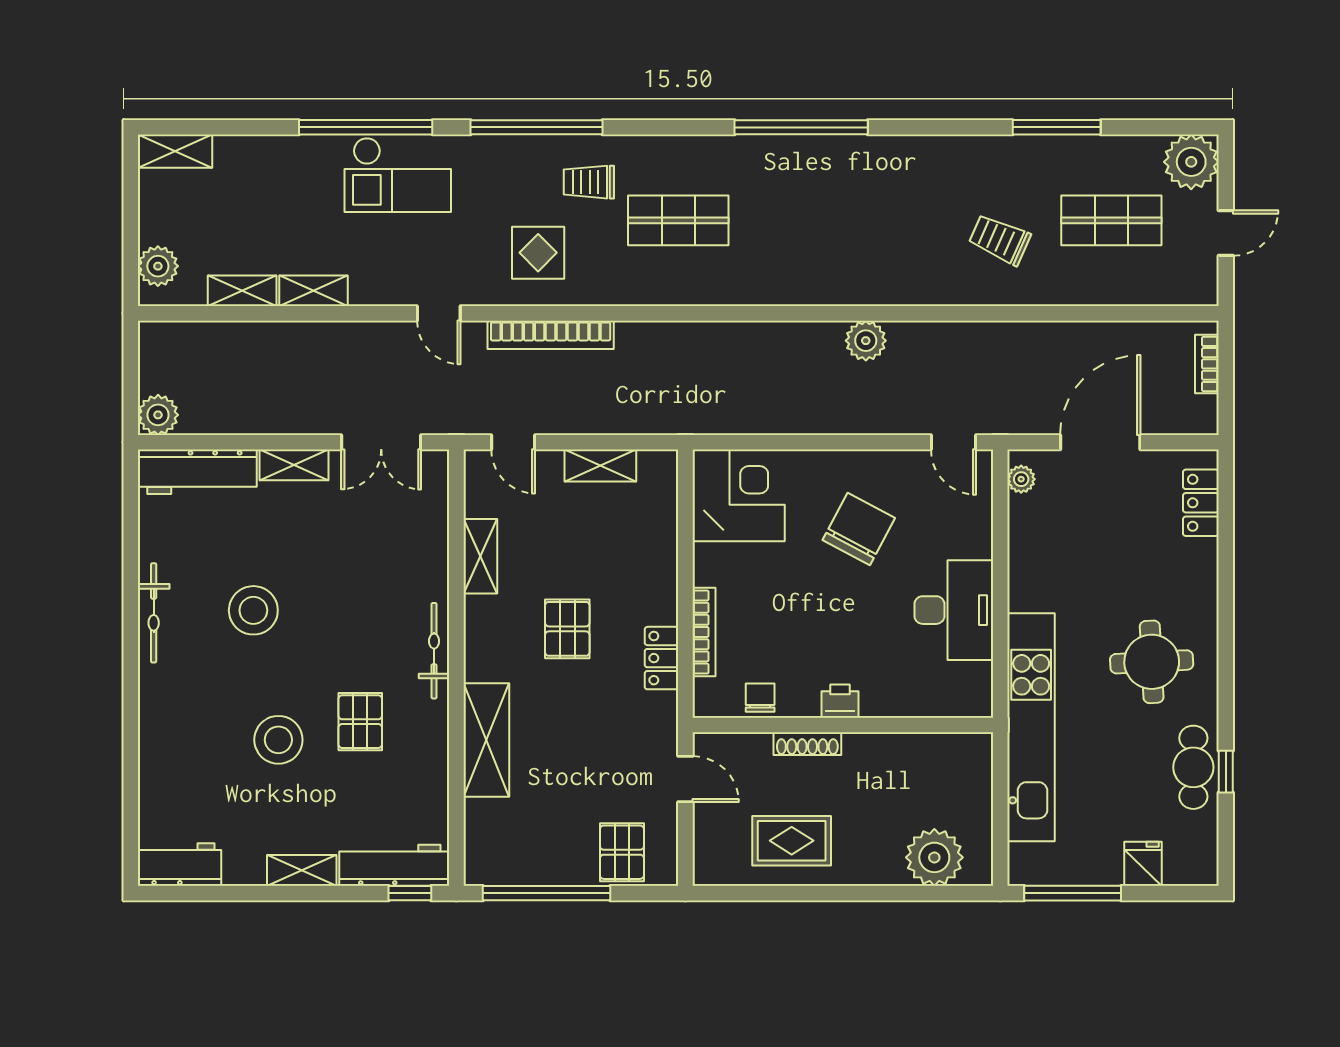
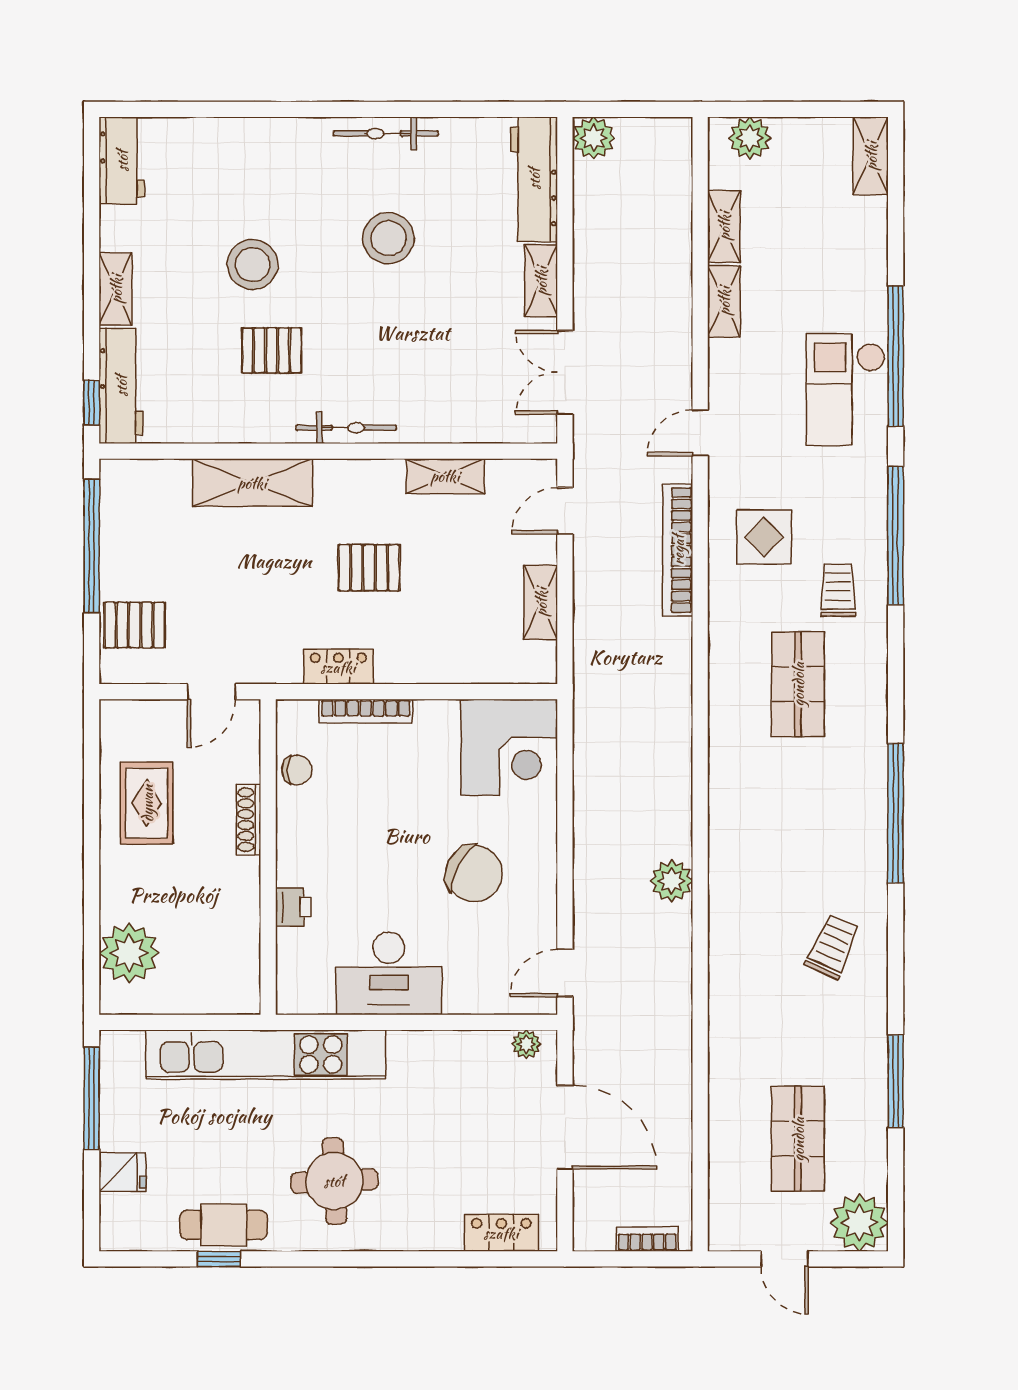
trolley: (1000, 240) -> (832, 947), moved
printer: (840, 701) -> (293, 907), moved

